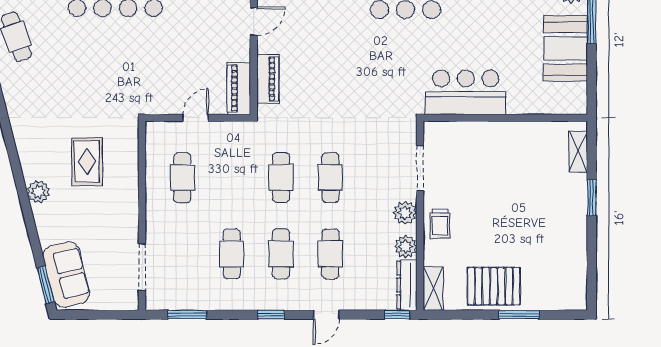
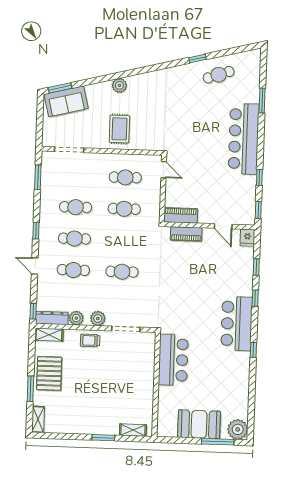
door: (196, 118) -> (164, 170), moved
rug: (87, 161) -> (119, 129), moved, turned 90
cafe table: (281, 178) -> (124, 209), moved
shelving: (567, 301) -> (38, 419), added

